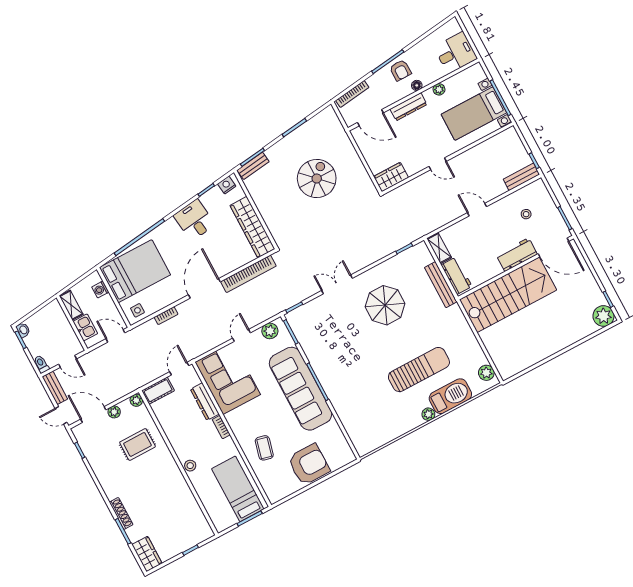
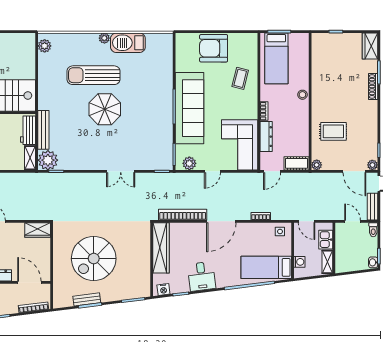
bench: (253, 166) -> (87, 299), moved
spiral stairs: (317, 178) -> (94, 259), width x1.37, depth x1.37
plant: (419, 256) -> (48, 160), added
bed: (135, 271) -> (266, 267), width x0.67
parasol: (385, 305) -> (105, 109), moved
barbecue: (450, 396) -> (128, 43), moved
plant: (114, 412) -> (372, 165), moved

